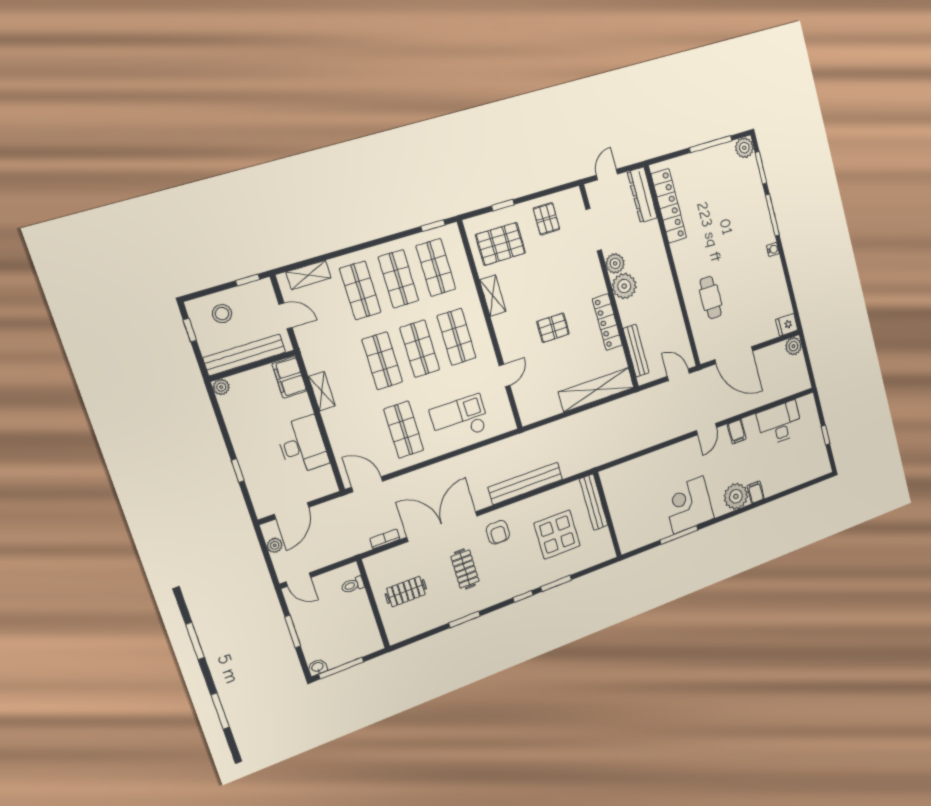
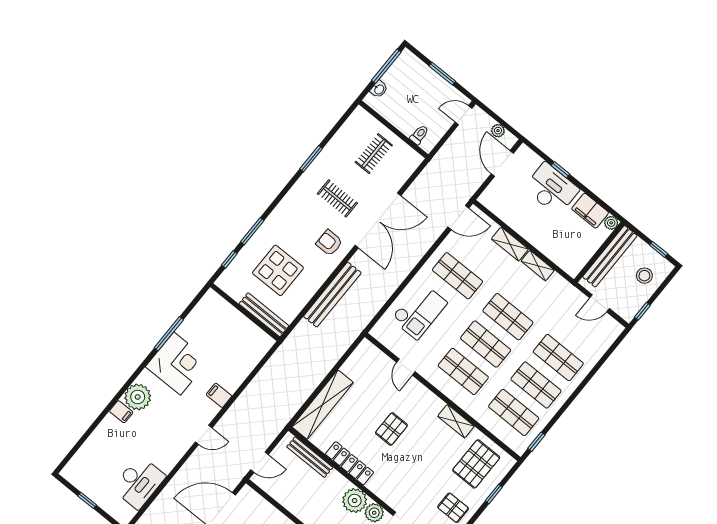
shelving: (308, 275) -> (510, 244), moved, turned 90
filing cabinet: (289, 377) -> (590, 211), moved, turned 180
door: (706, 429) -> (204, 435), swing flipped
filing cabinet: (737, 432) -> (219, 395), moved
desk: (302, 445) -> (551, 189), moved, turned 180
bookcase: (385, 539) -> (417, 184), removed
window: (523, 596) -> (229, 259), moved
washbasin: (318, 667) -> (379, 89), moved

